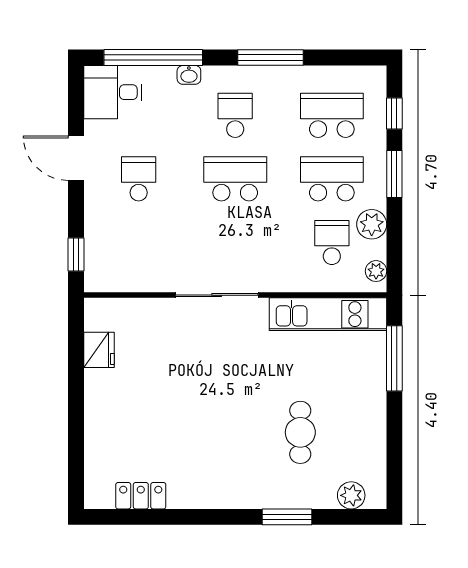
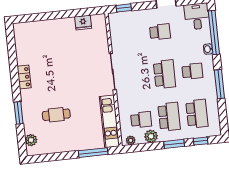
locker: (141, 496) -> (24, 77), moved

